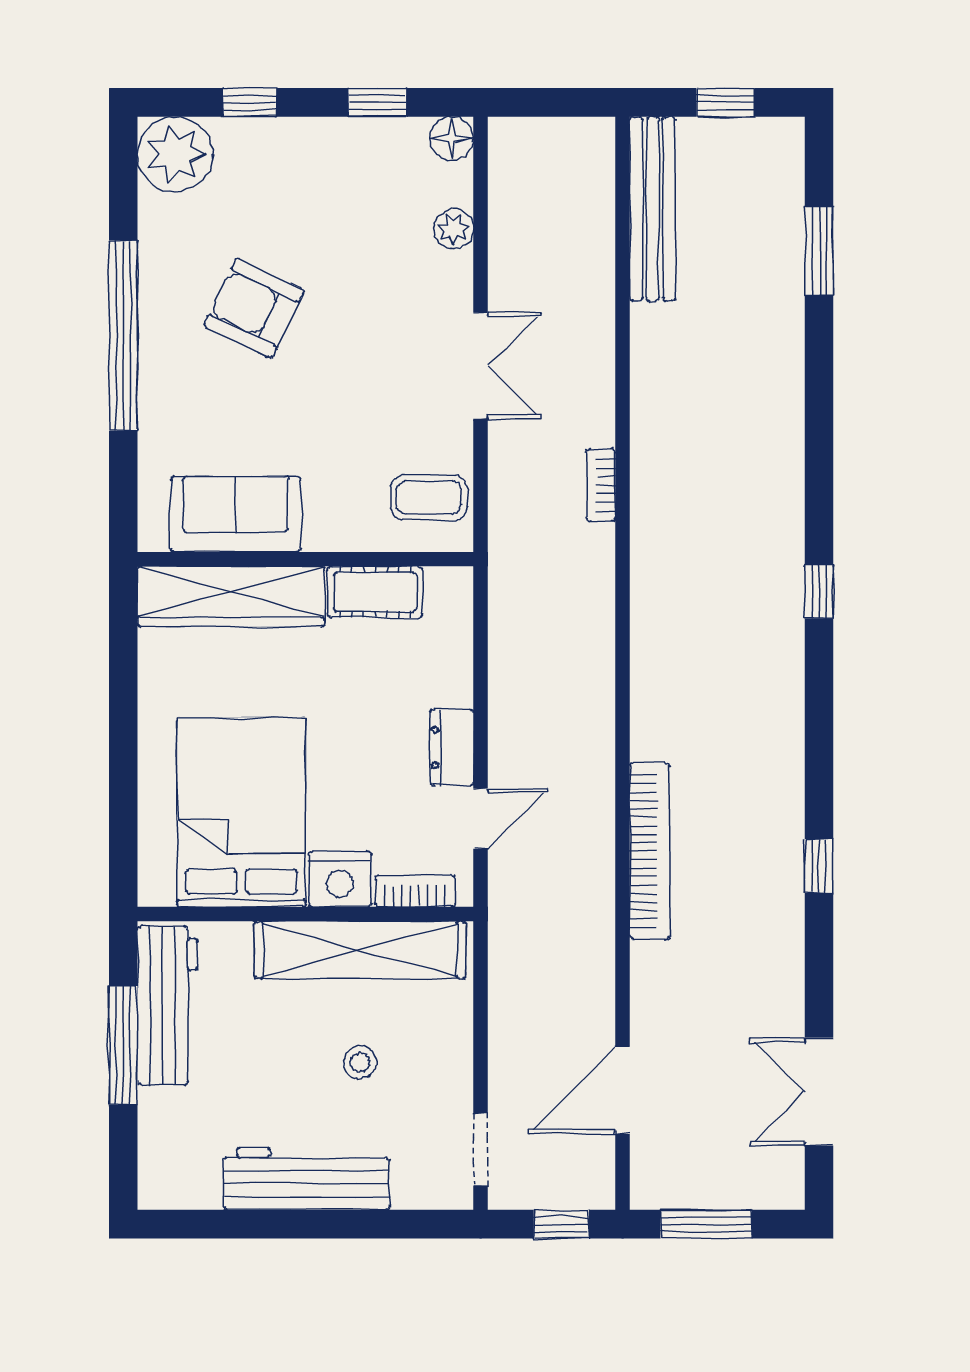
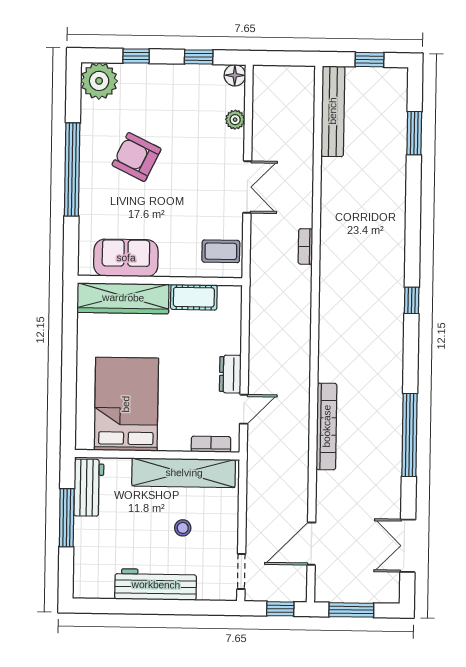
window: (819, 866) -> (409, 435), width x3.17
nightstand: (340, 879) -> (174, 438), removed
workbench: (167, 1005) -> (89, 488), width x0.73

